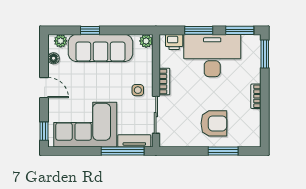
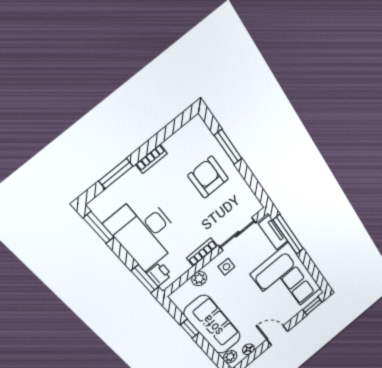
window: (90, 30) -> (190, 329), moved
window: (199, 30) -> (145, 279), moved
plant: (146, 41) -> (199, 279), moved
window: (265, 54) -> (116, 173), moved
door: (44, 88) -> (277, 335), hinge flipped

